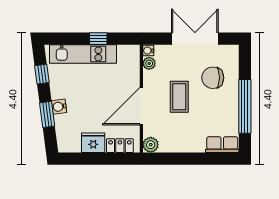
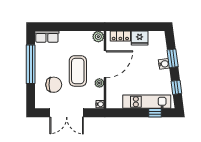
window: (98, 39) -> (155, 113), moved
plant: (149, 63) -> (99, 83), moved
coffee table: (179, 97) -> (78, 71), width x1.36, depth x1.32

